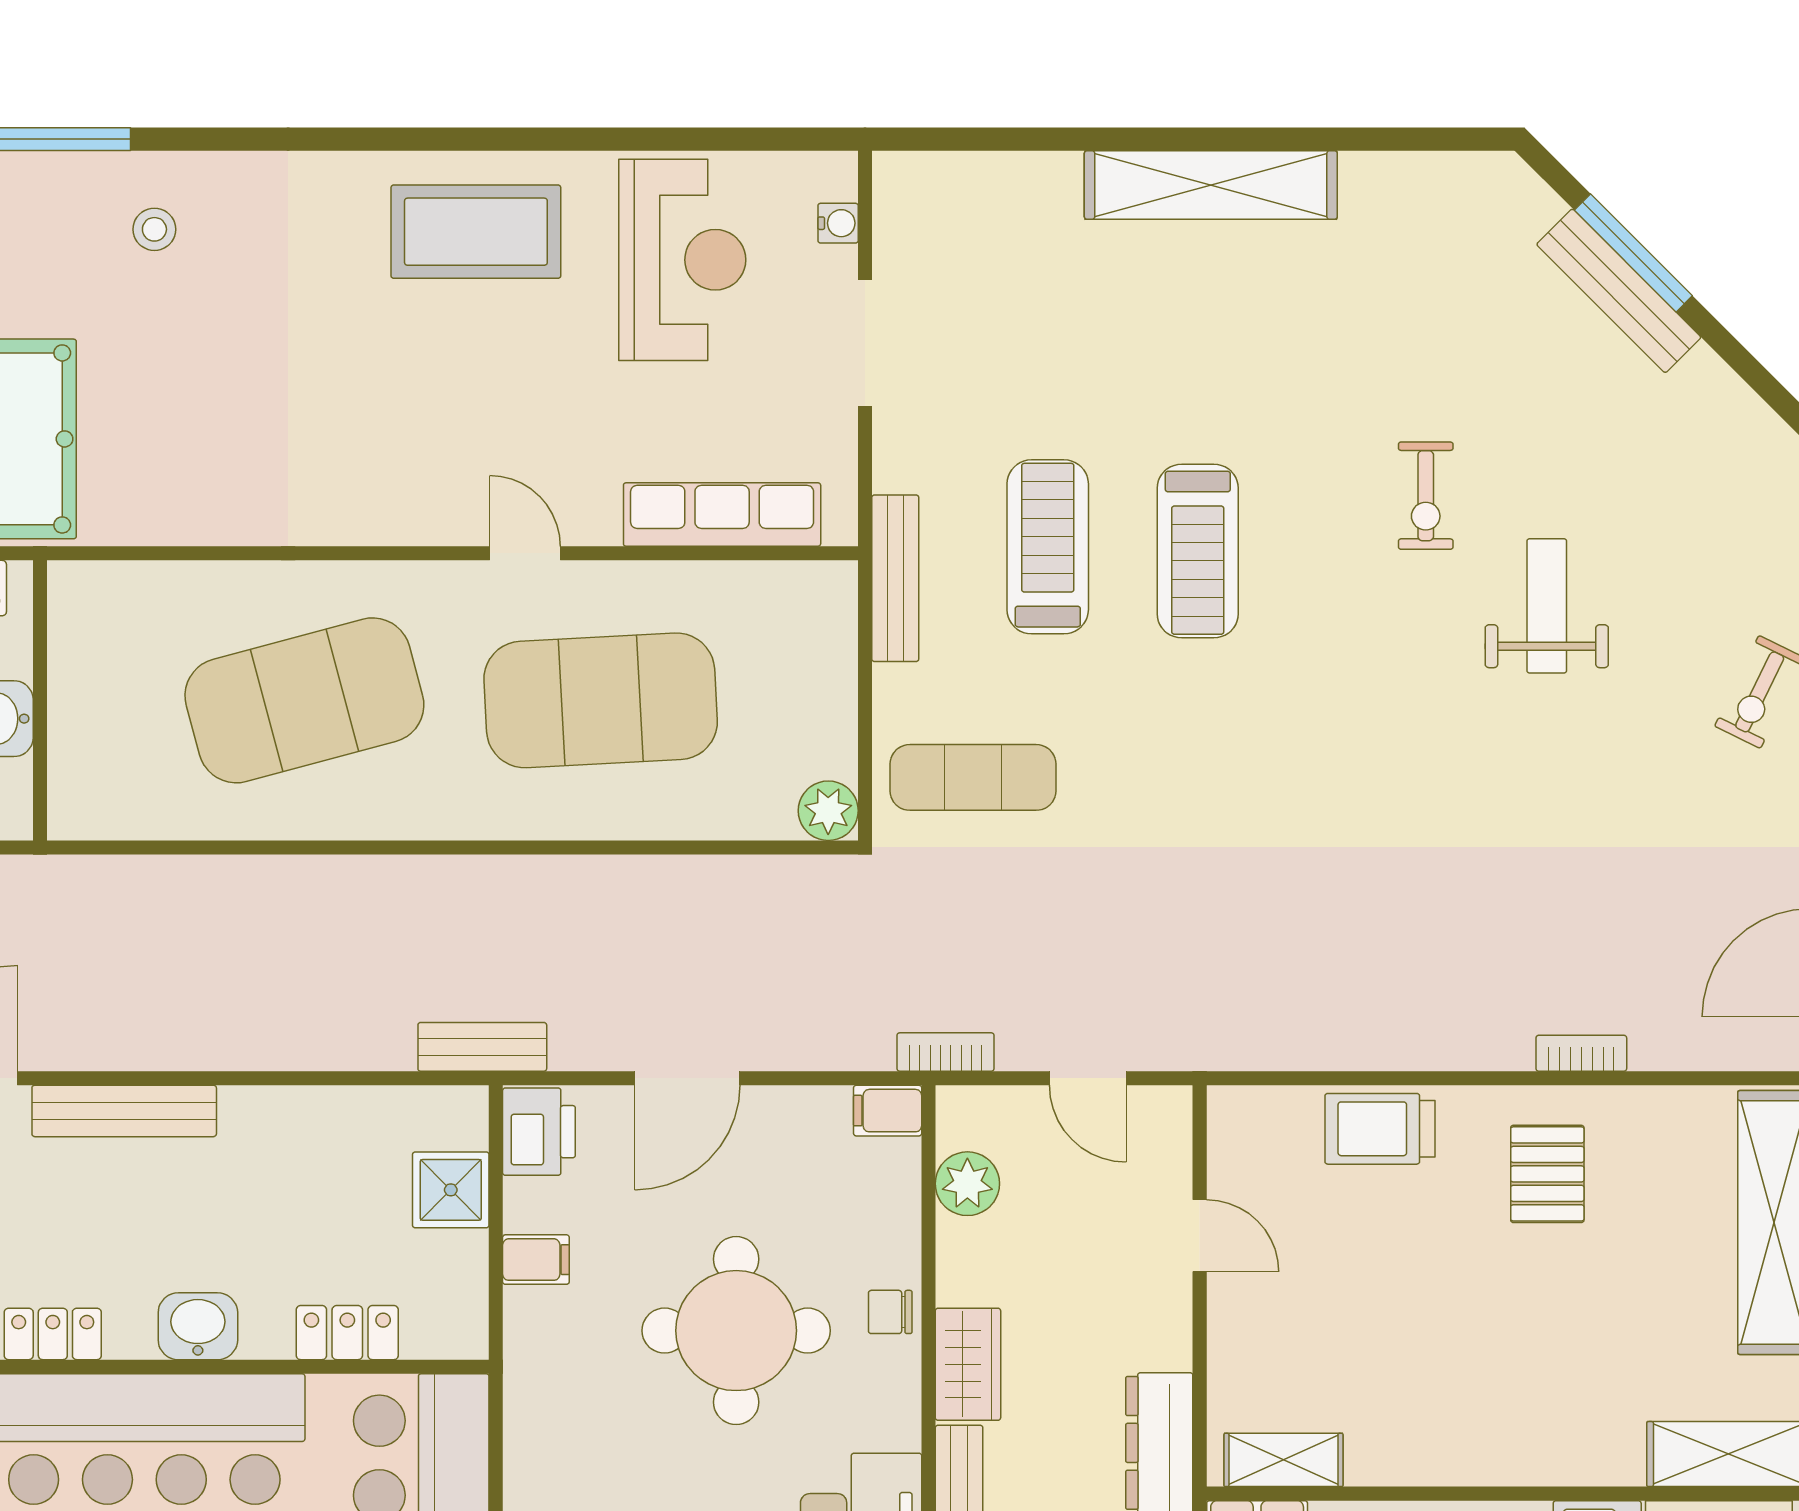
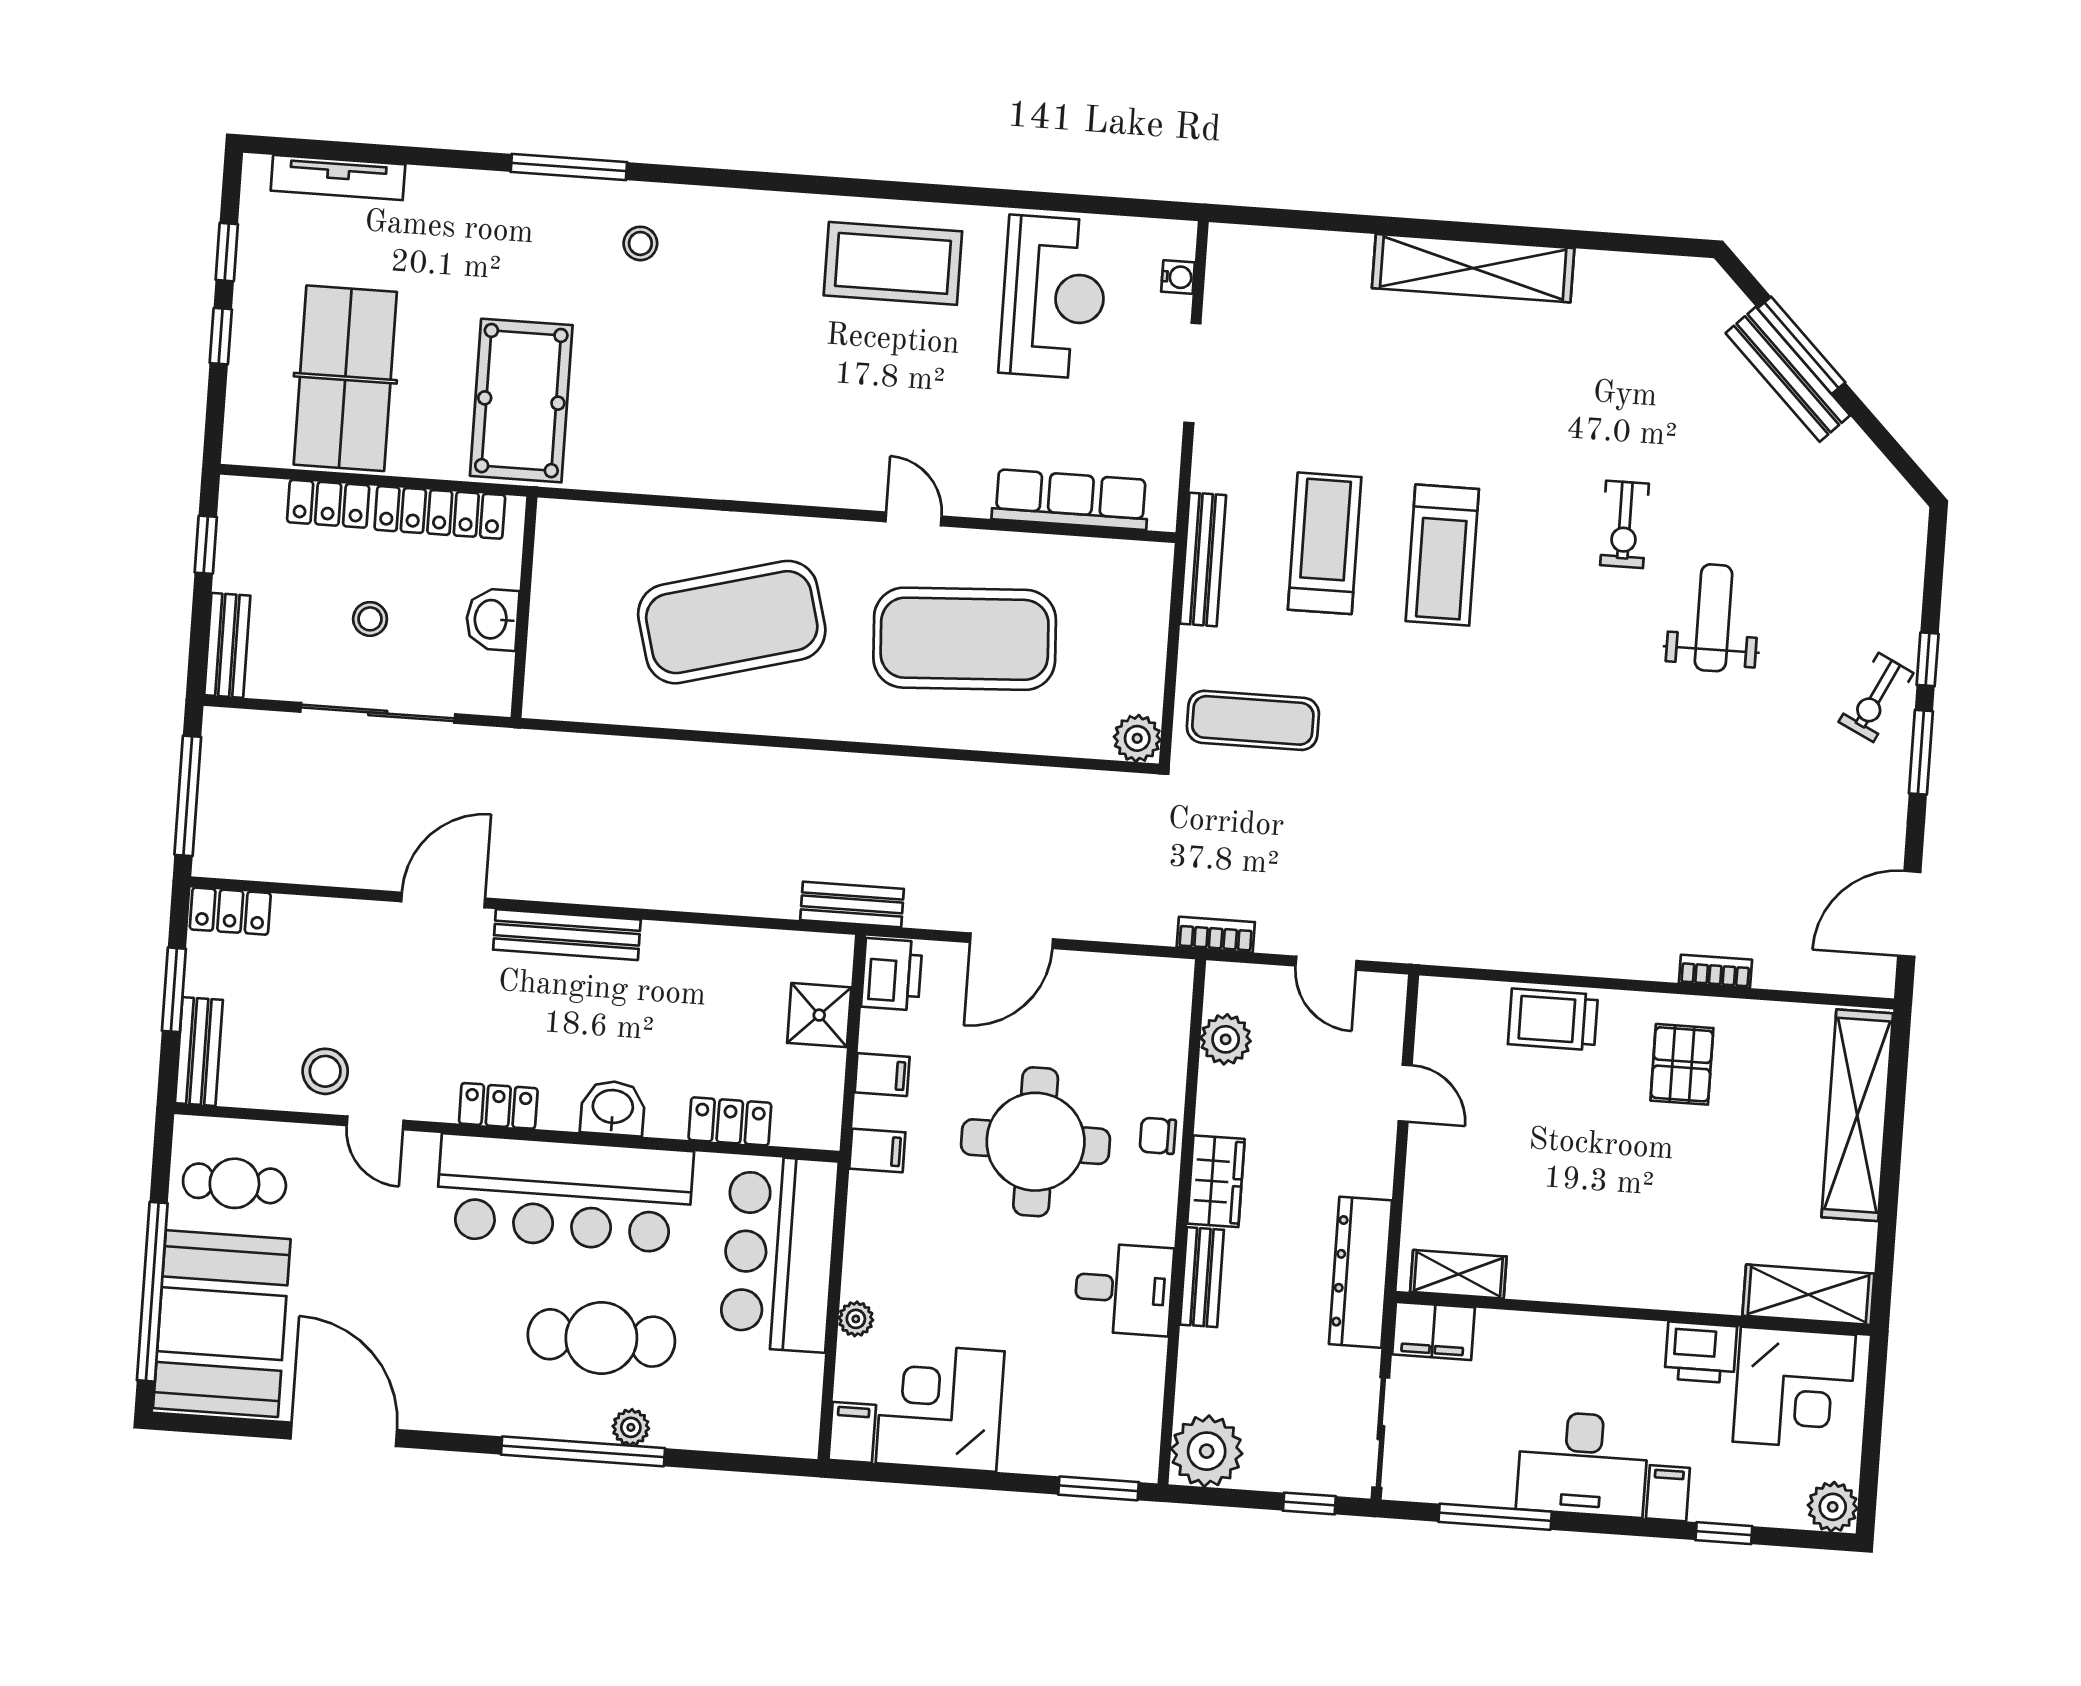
filing cabinet: (888, 1111) -> (877, 1150), moved, turned 180

